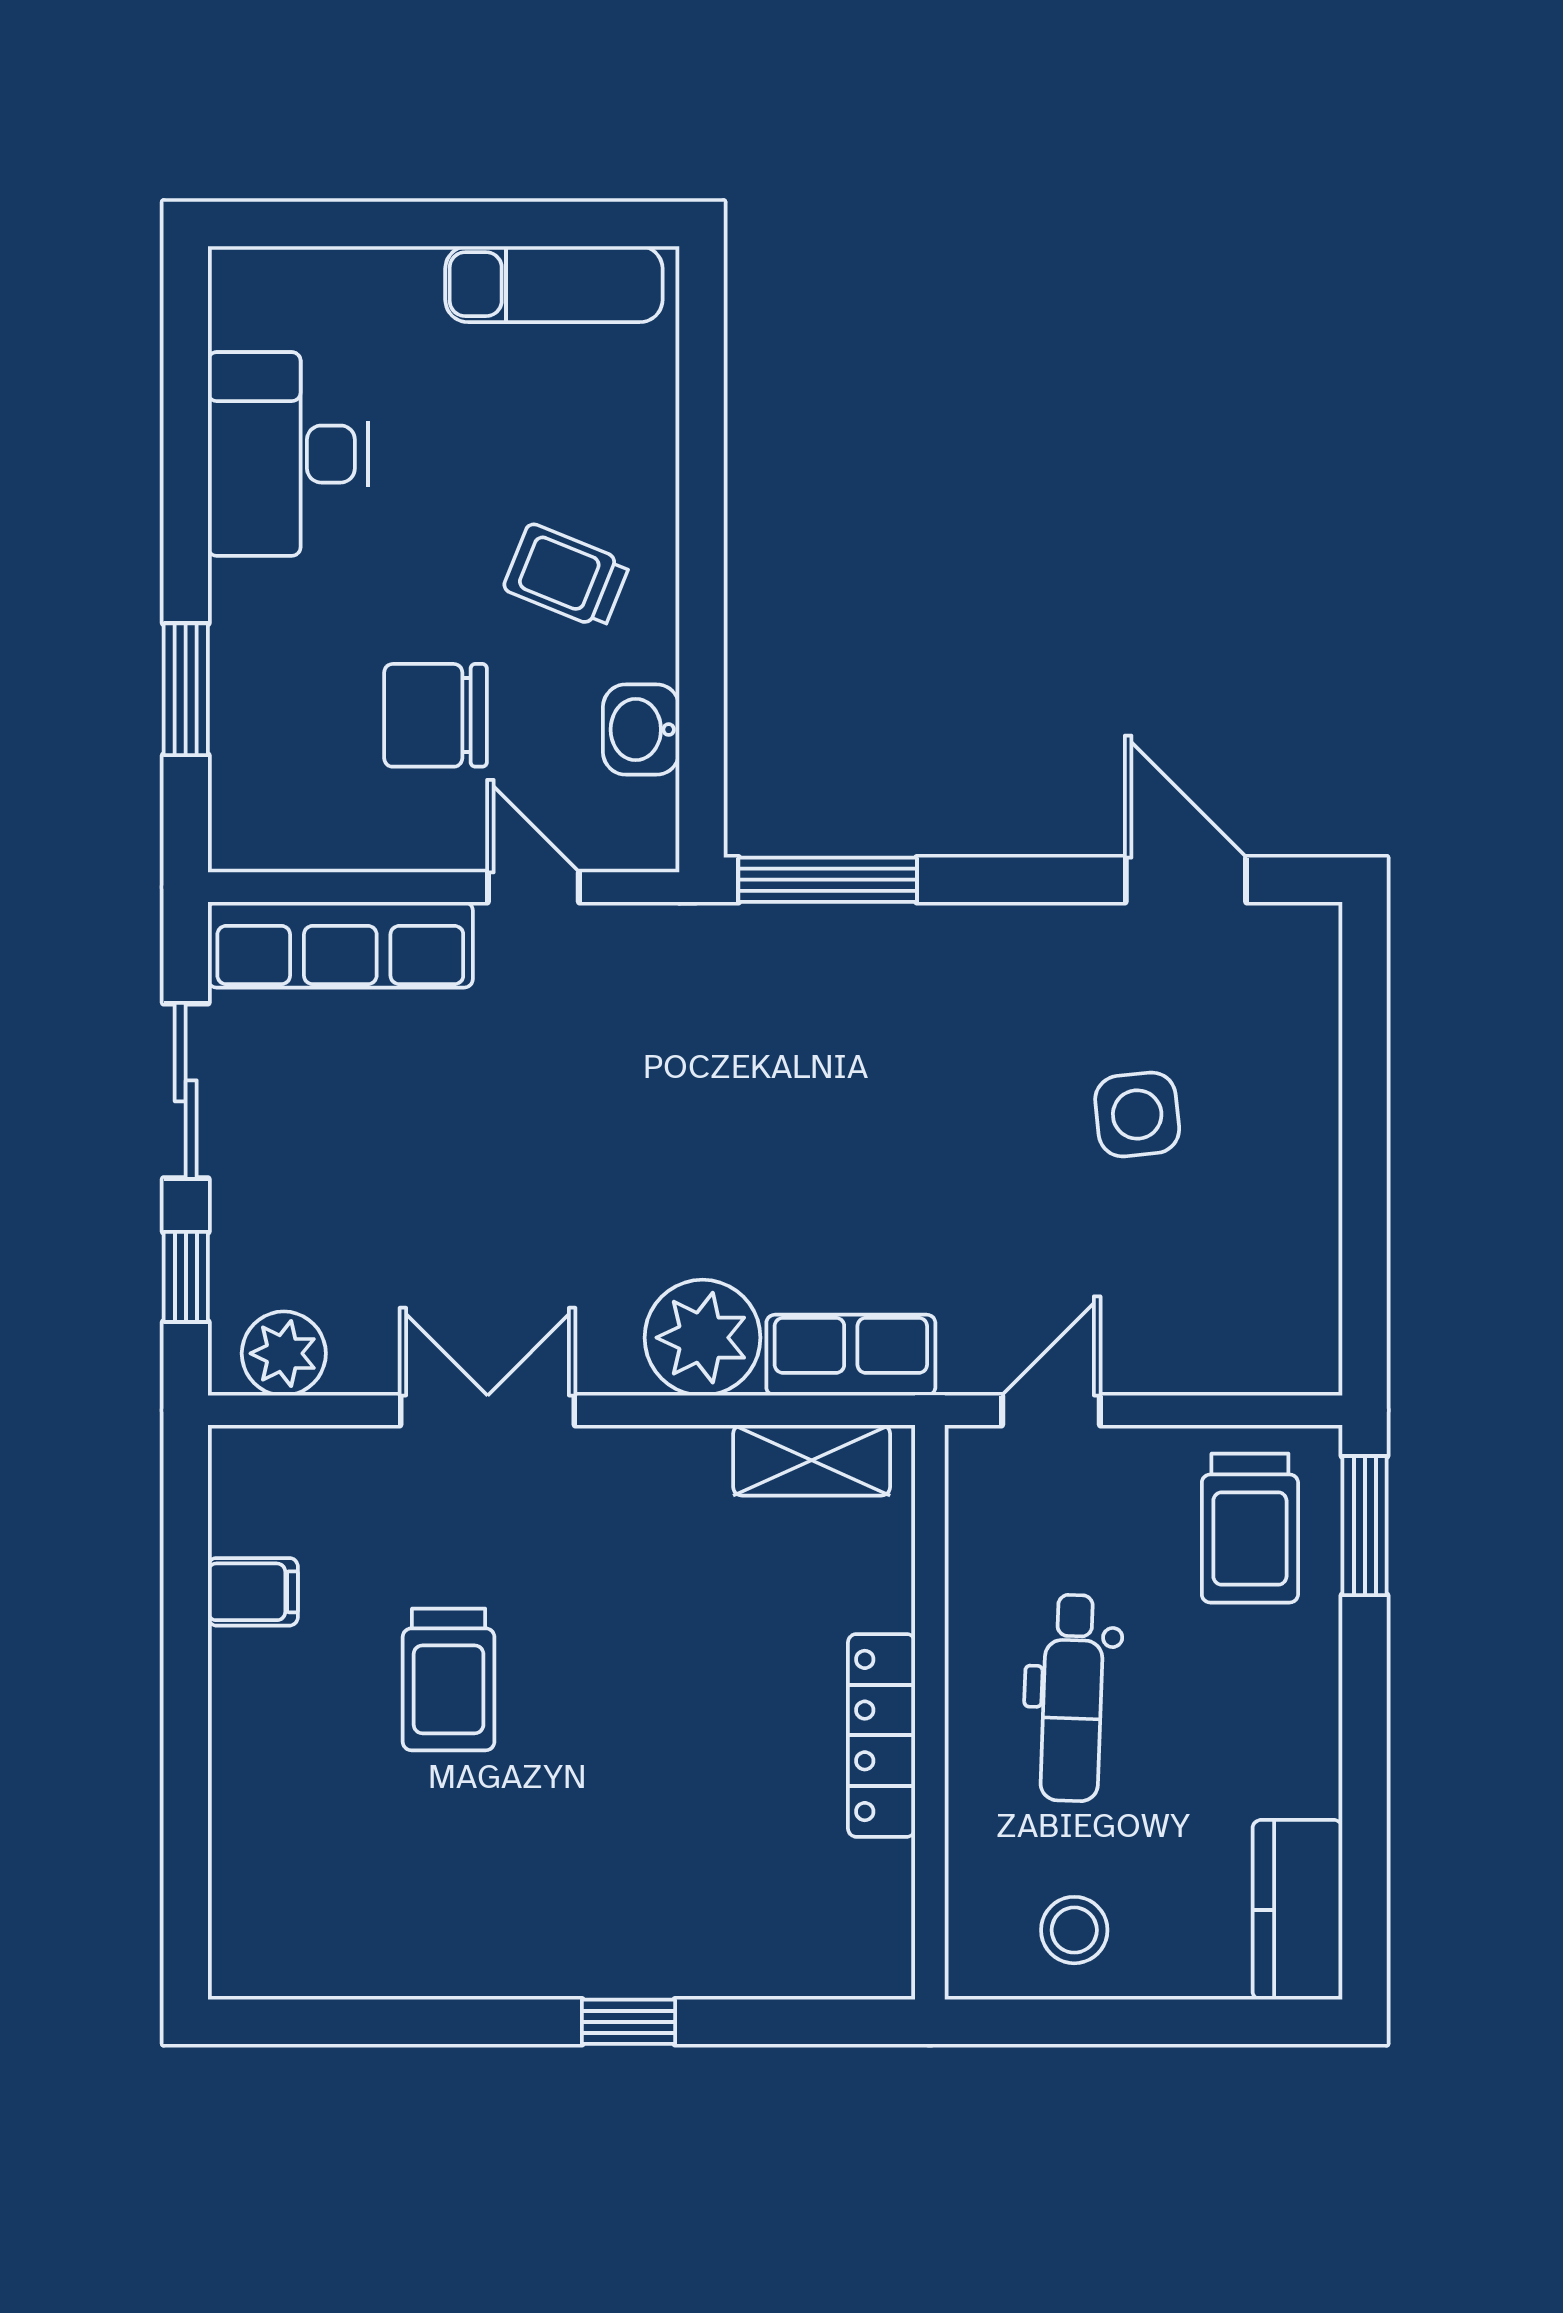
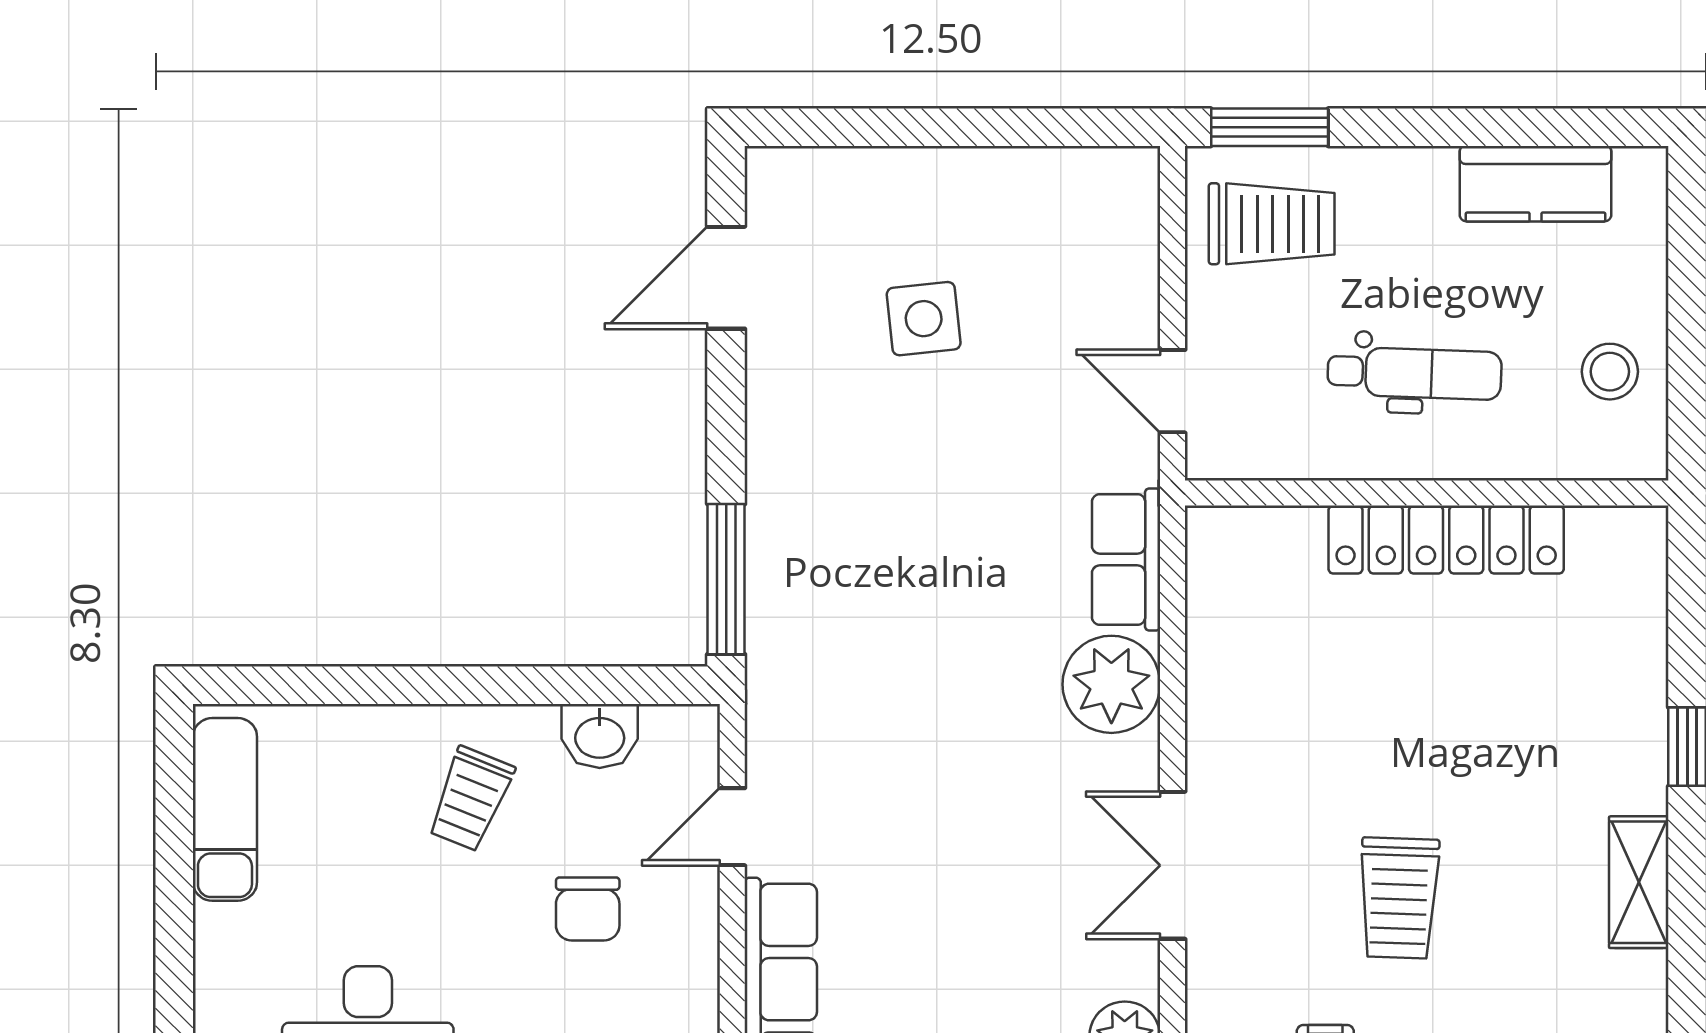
chair: (436, 715) -> (588, 909), width x0.73, depth x0.73
shelving: (812, 1460) -> (1639, 882), moved
trolley: (449, 1679) -> (1399, 898), turned 92
locker: (882, 1735) -> (1446, 540), width x1.41, depth x1.21
kitchen counter: (1298, 1910) -> (1536, 184), moved

